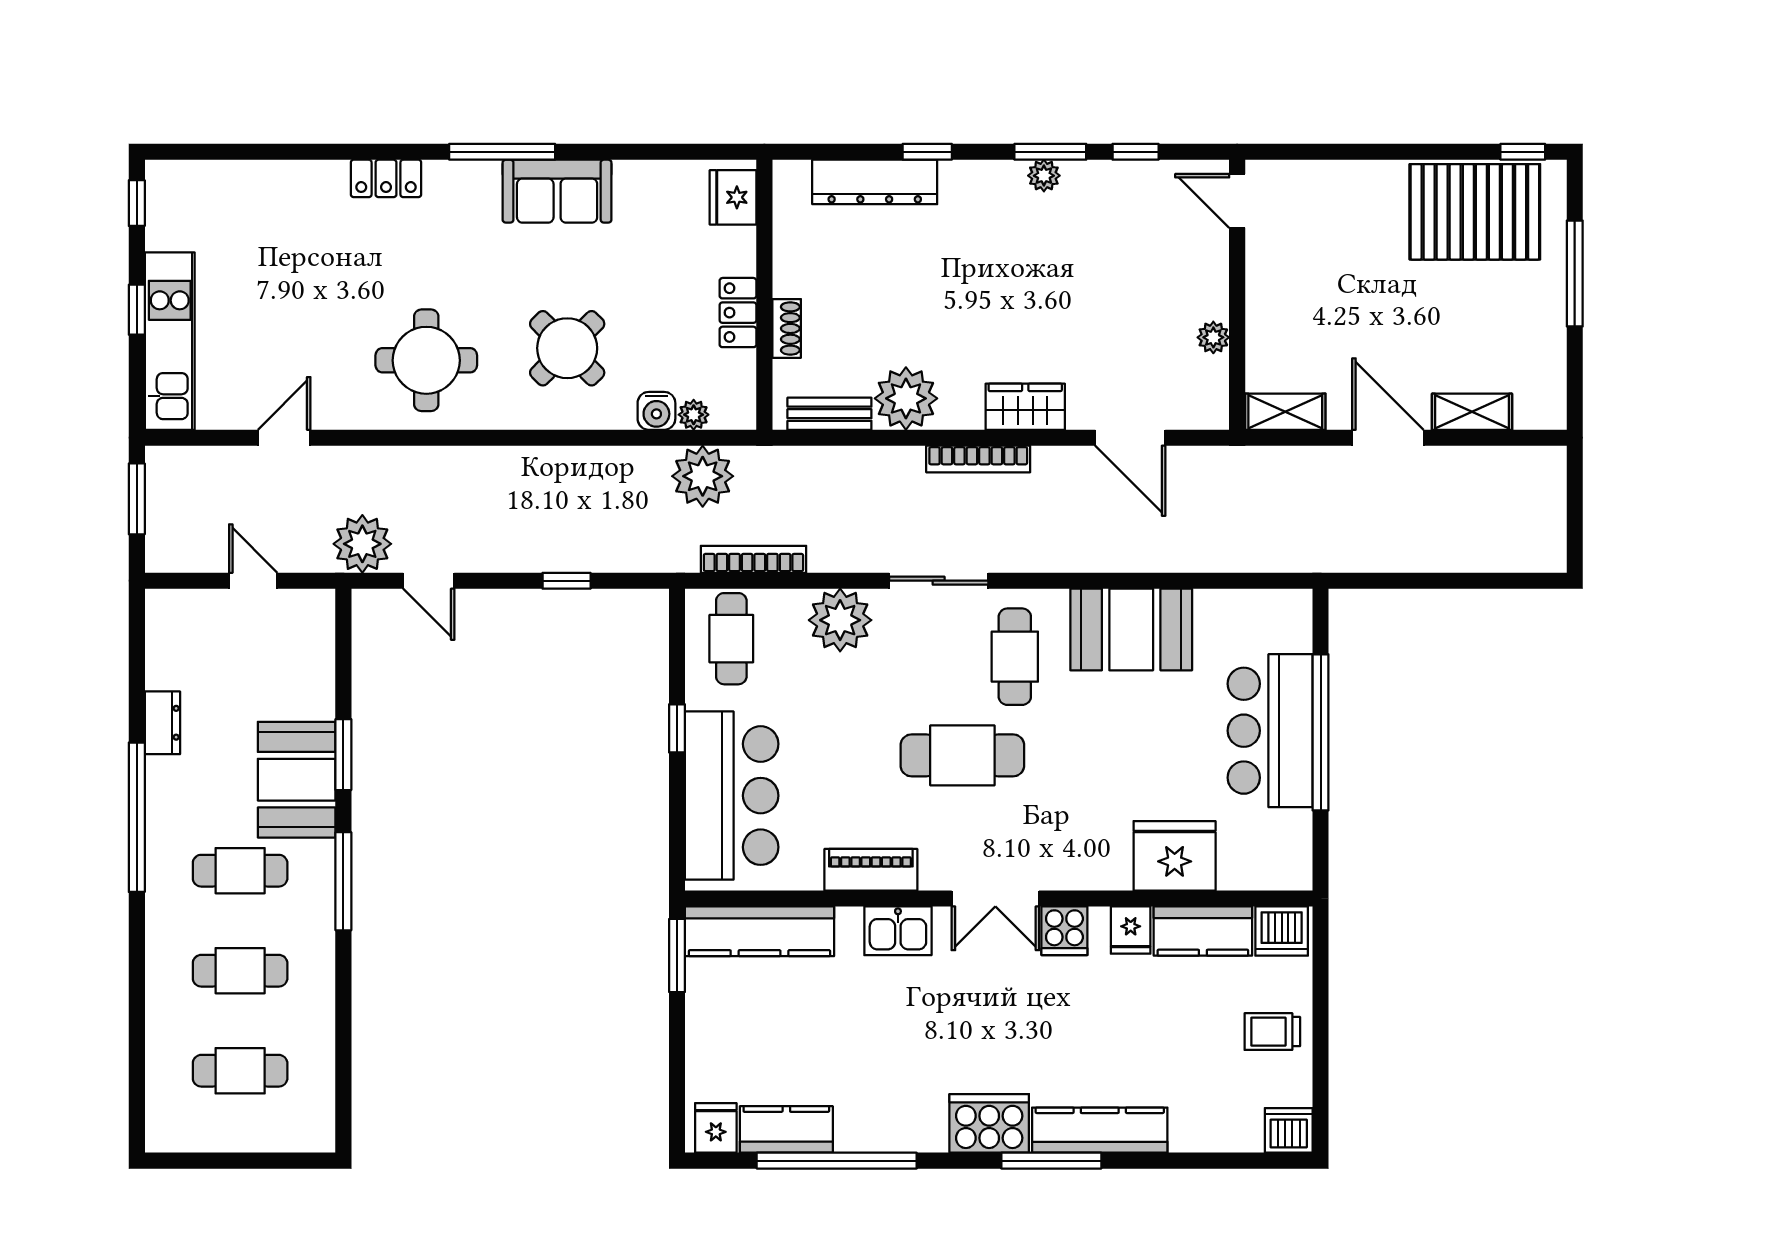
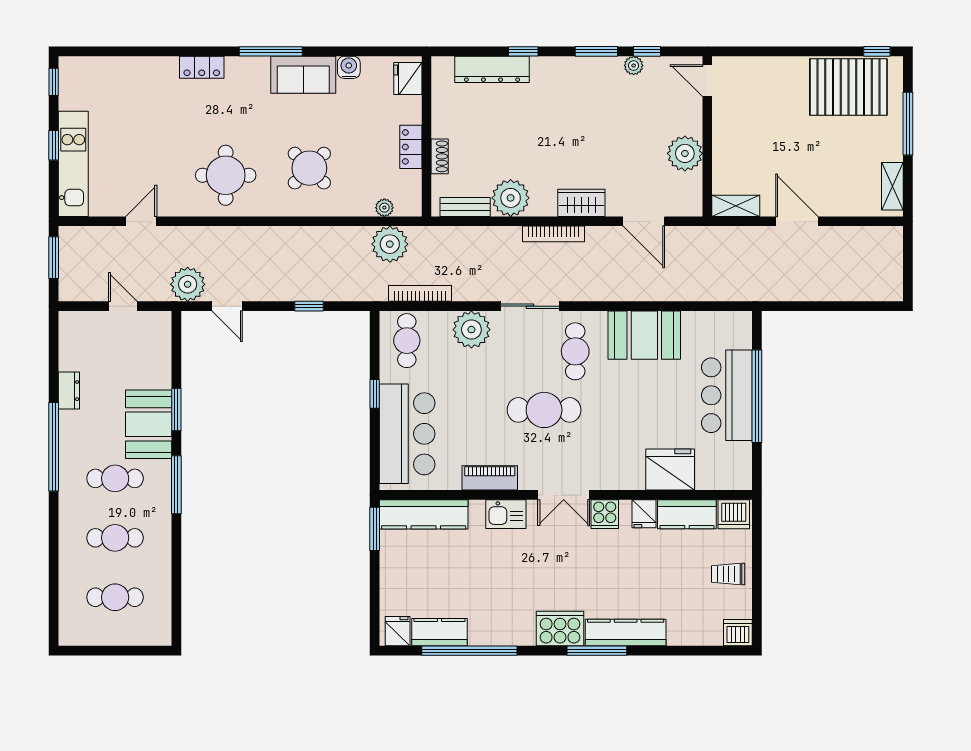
plant: (1044, 176) -> (634, 66), moved
plant: (1213, 337) -> (685, 153), width x1.88, depth x1.88
water cooler: (656, 411) -> (349, 67), moved, turned 180
shelving: (1472, 412) -> (892, 186), moved, turned 90

